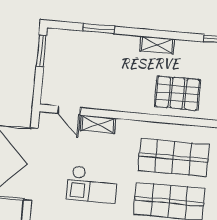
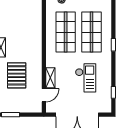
pallet: (178, 93) -> (17, 75), moved

